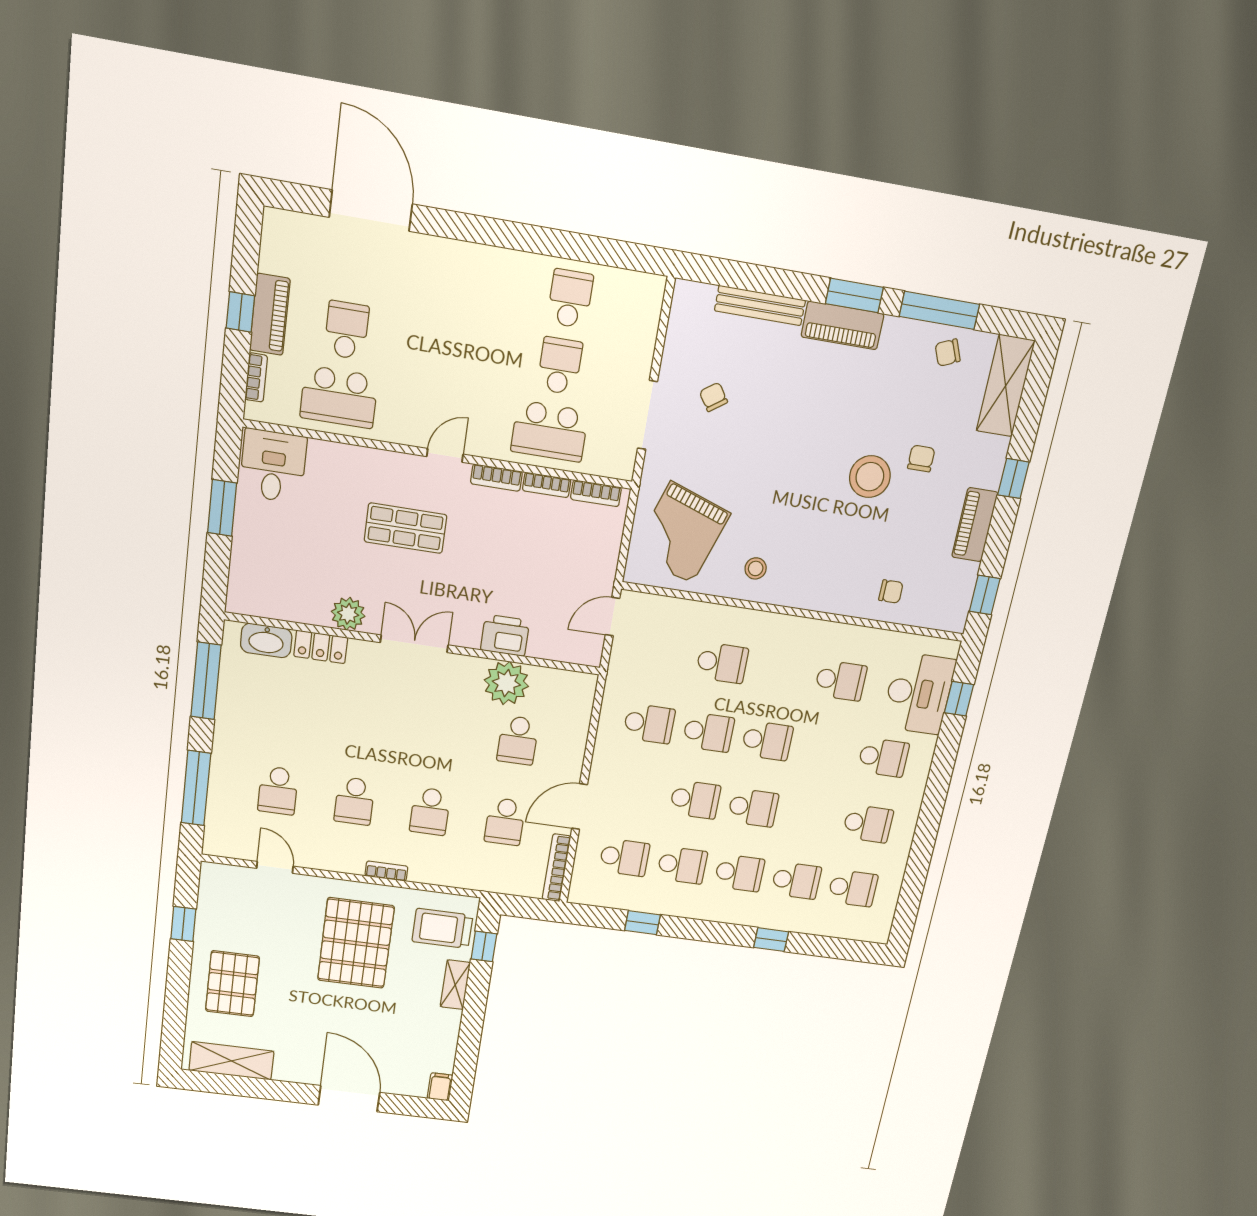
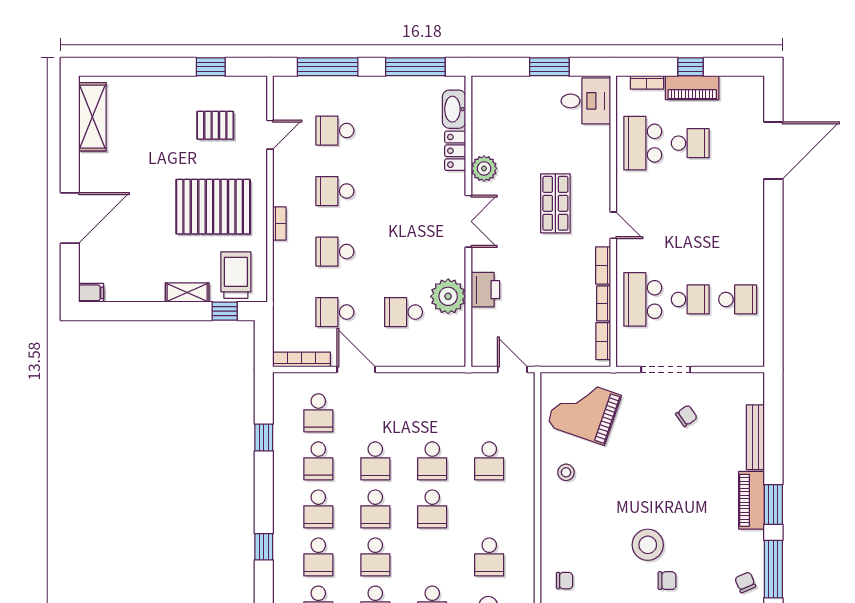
chair: (891, 591) -> (565, 581), turned -90
school desk: (649, 724) -> (375, 557), moved
pallet: (232, 984) -> (215, 125), moved, width x0.67, depth x0.71

